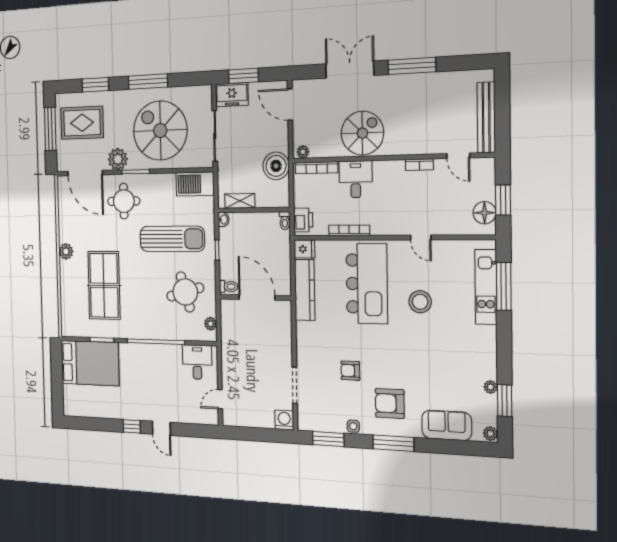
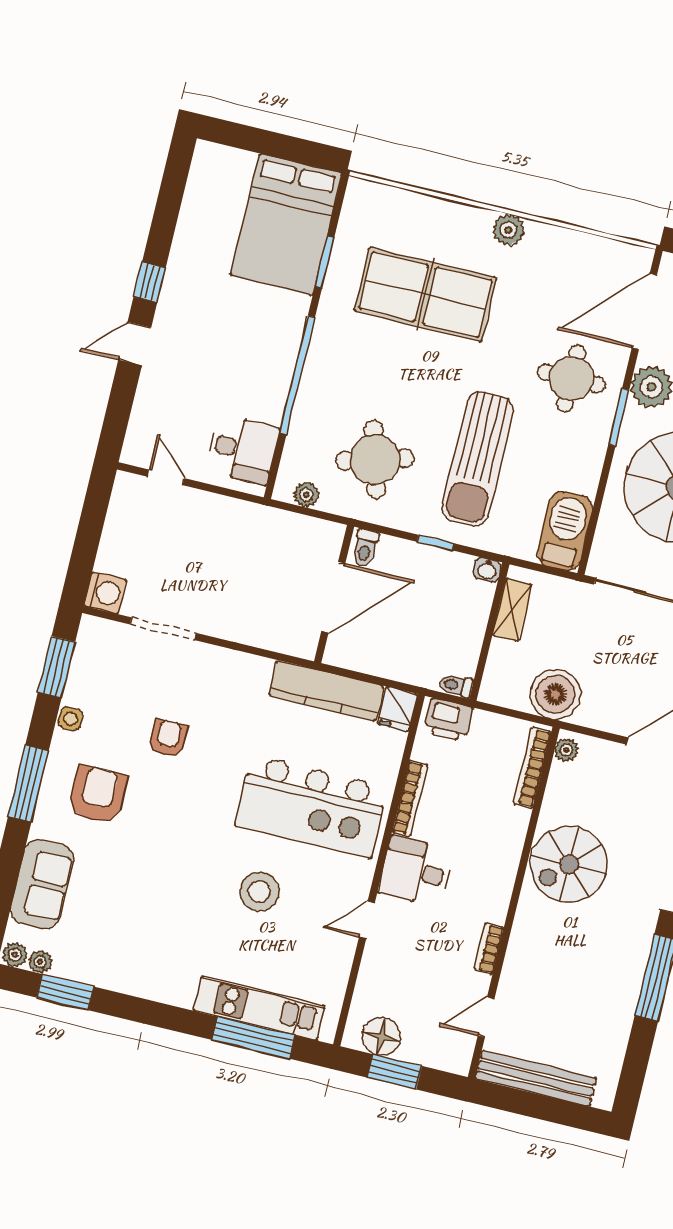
spiral stairs: (362, 133) -> (569, 864), turned 90
desk: (356, 179) -> (416, 871), moved, turned 180
plant: (491, 387) -> (40, 962), moved

